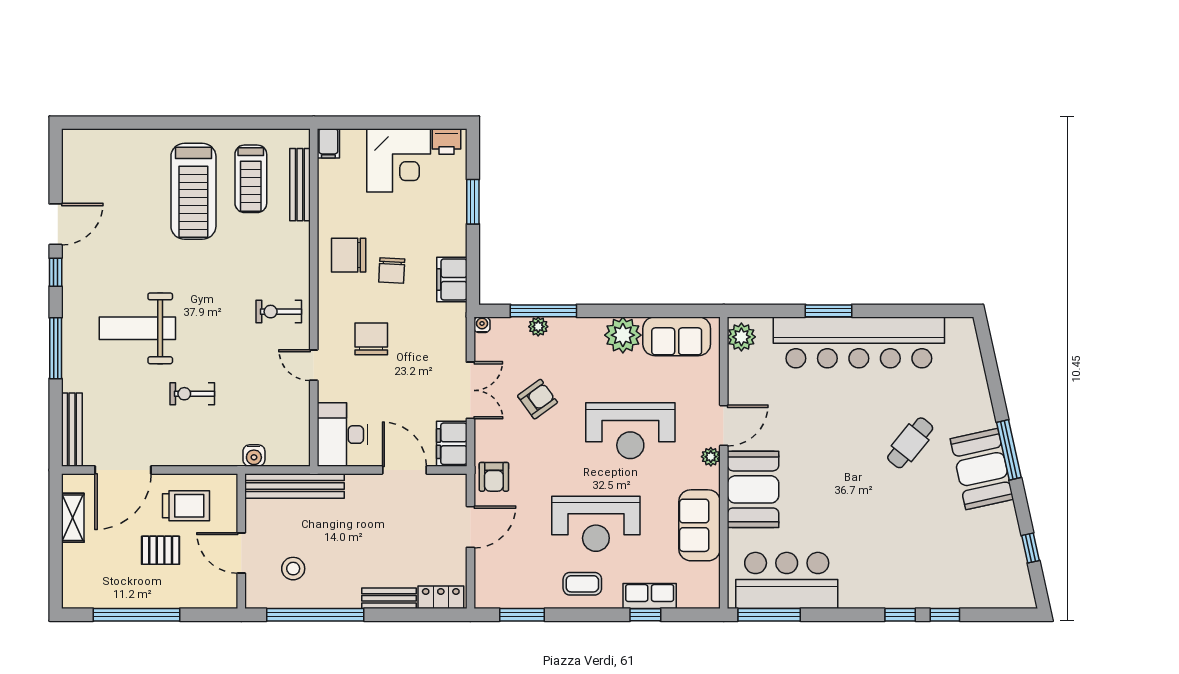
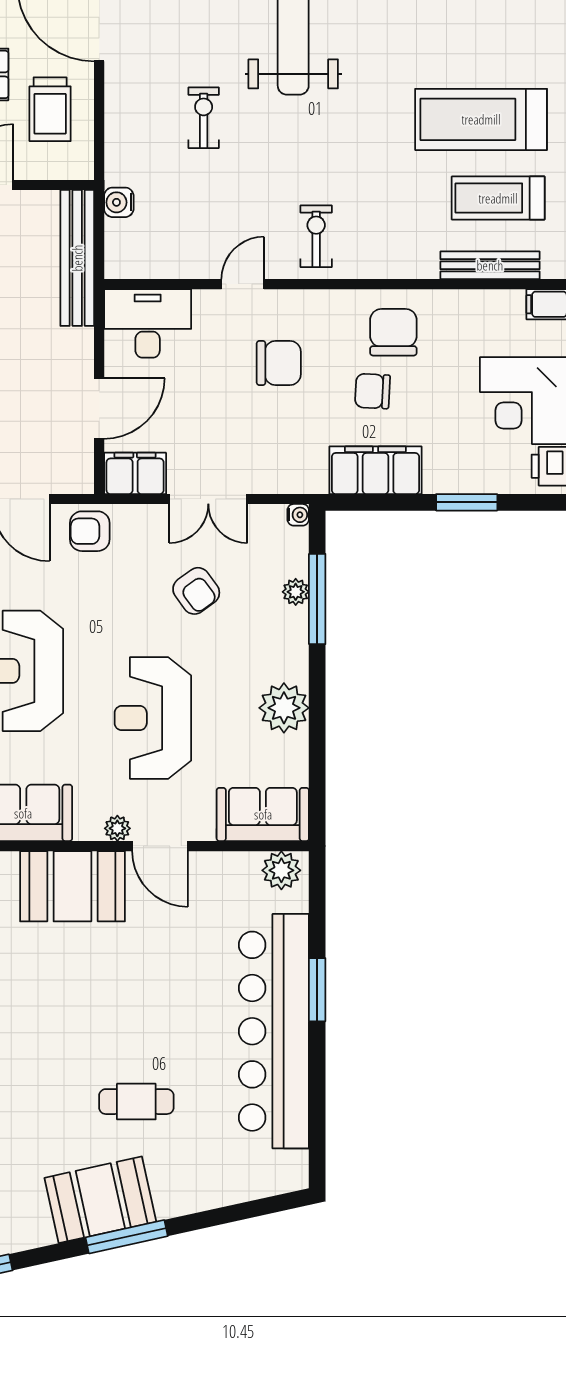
filing cabinet: (452, 279) -> (375, 470), width x1.50, depth x1.17
sofa: (677, 336) -> (263, 814), moved, turned 90
cafe table: (910, 443) -> (136, 1102), turned -39

